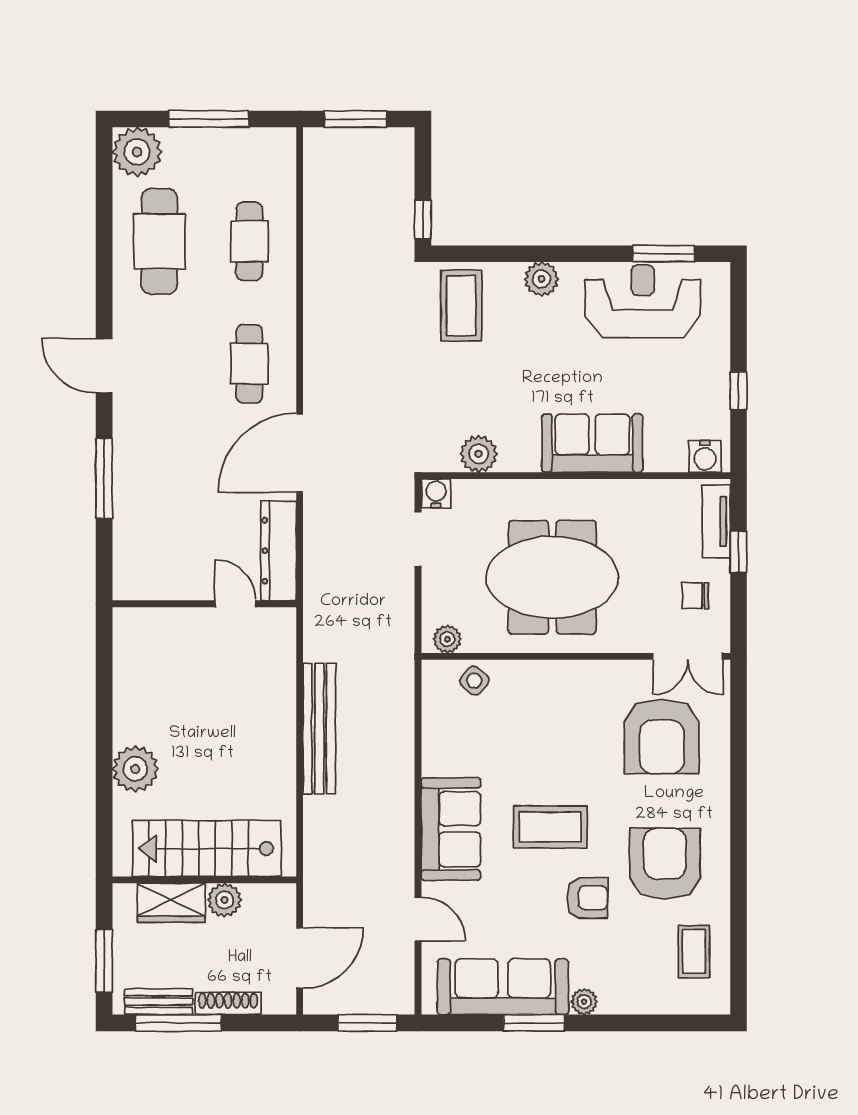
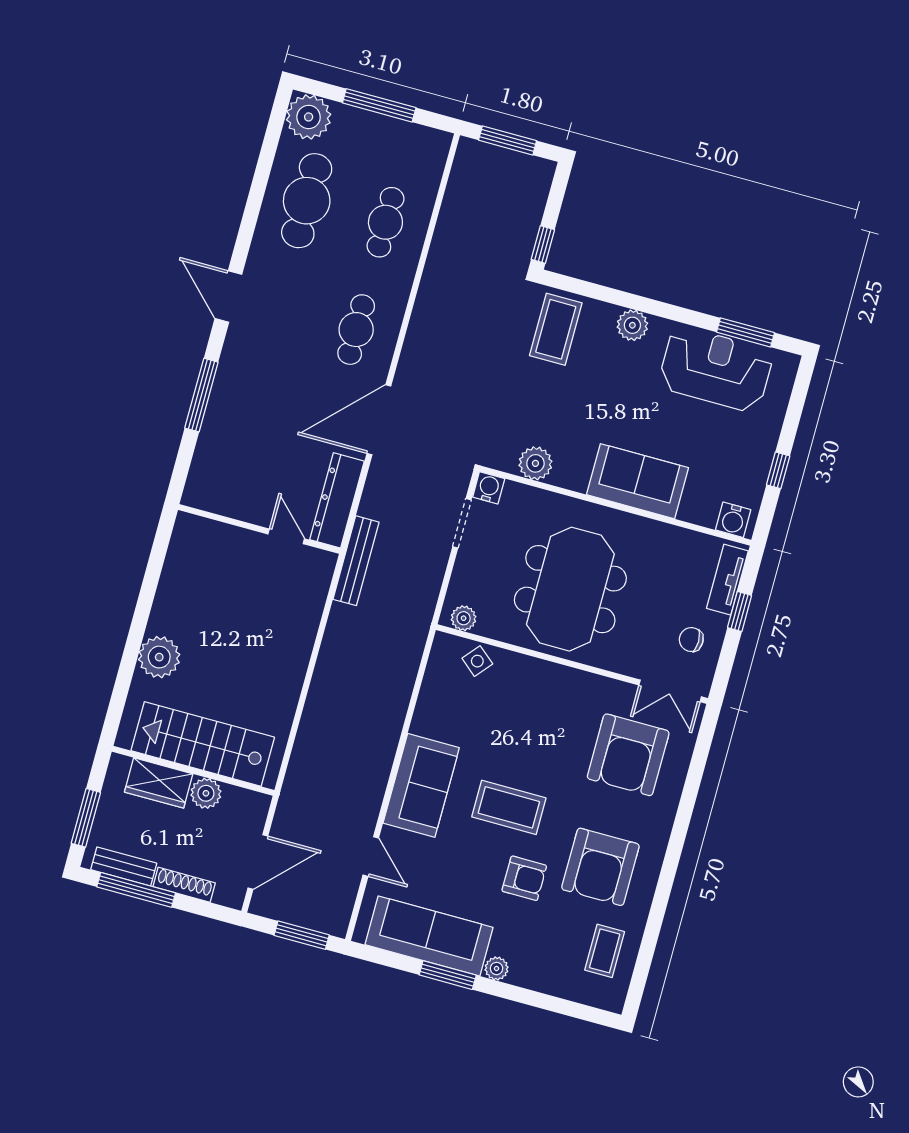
meeting table: (552, 577) -> (570, 589), turned 90
bench: (319, 728) -> (356, 561), moved, width x0.73, depth x0.82
armchair: (665, 863) -> (600, 867), turned 180

